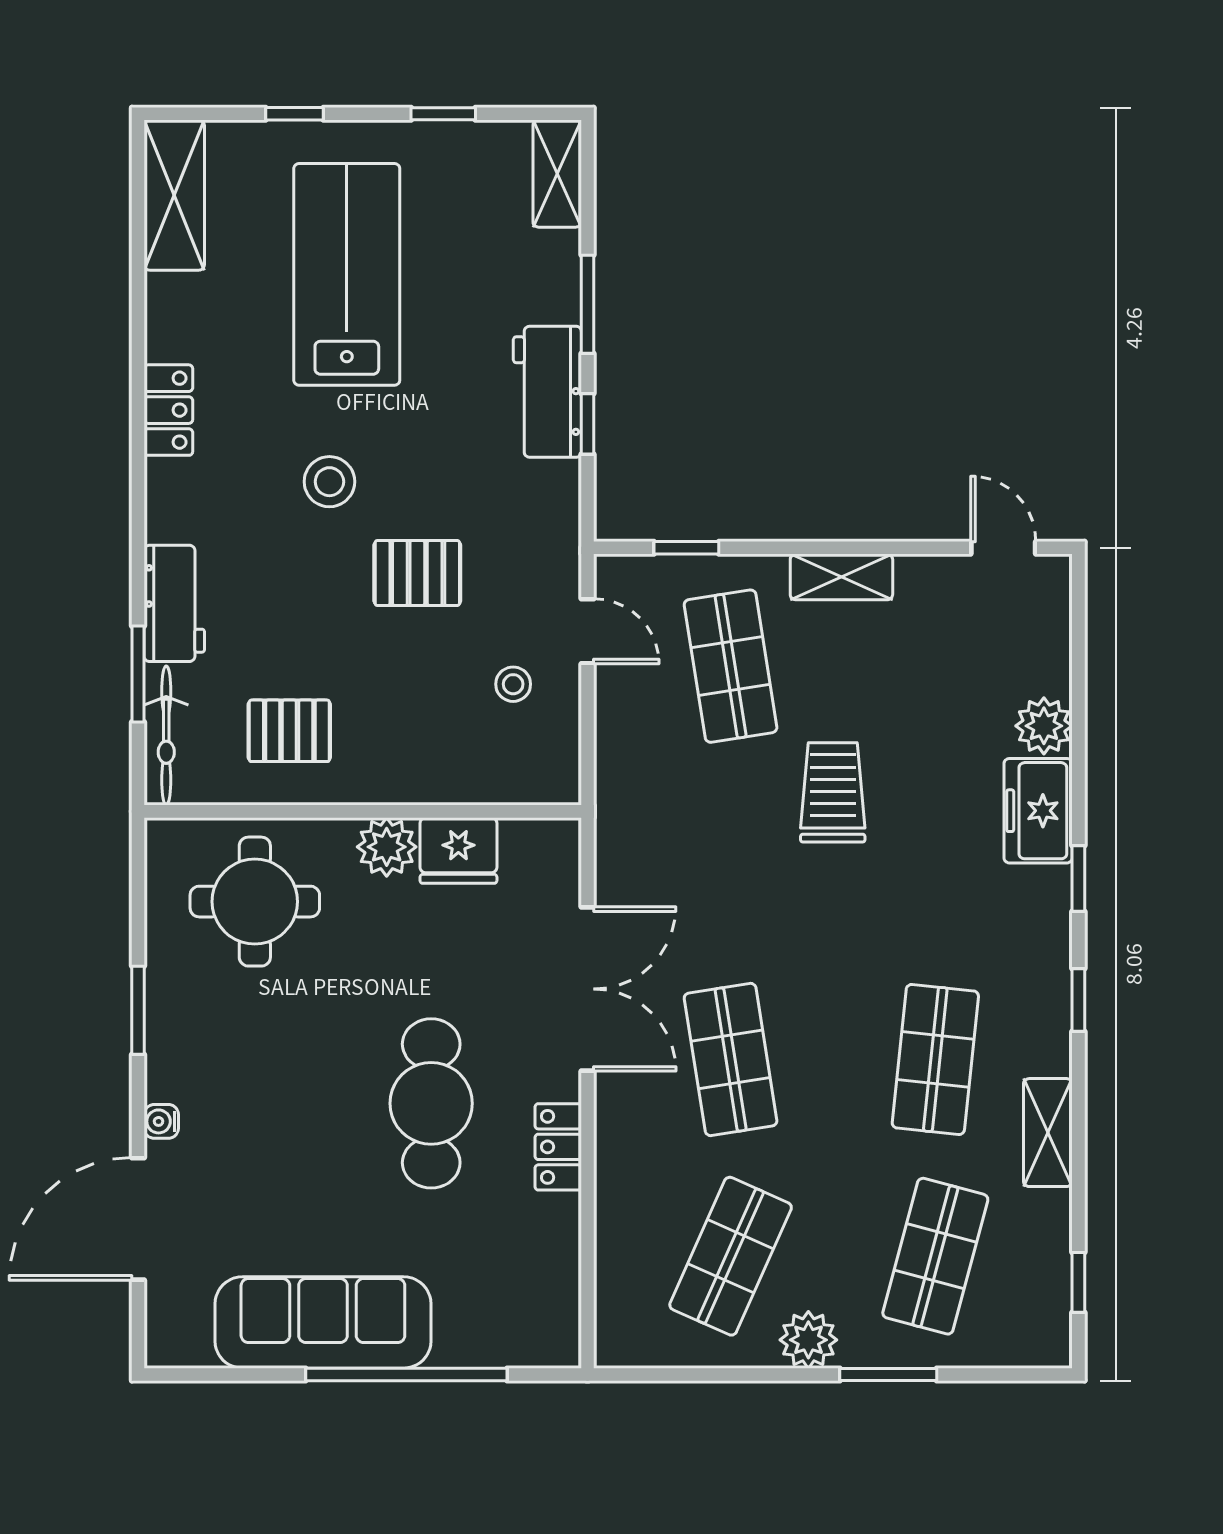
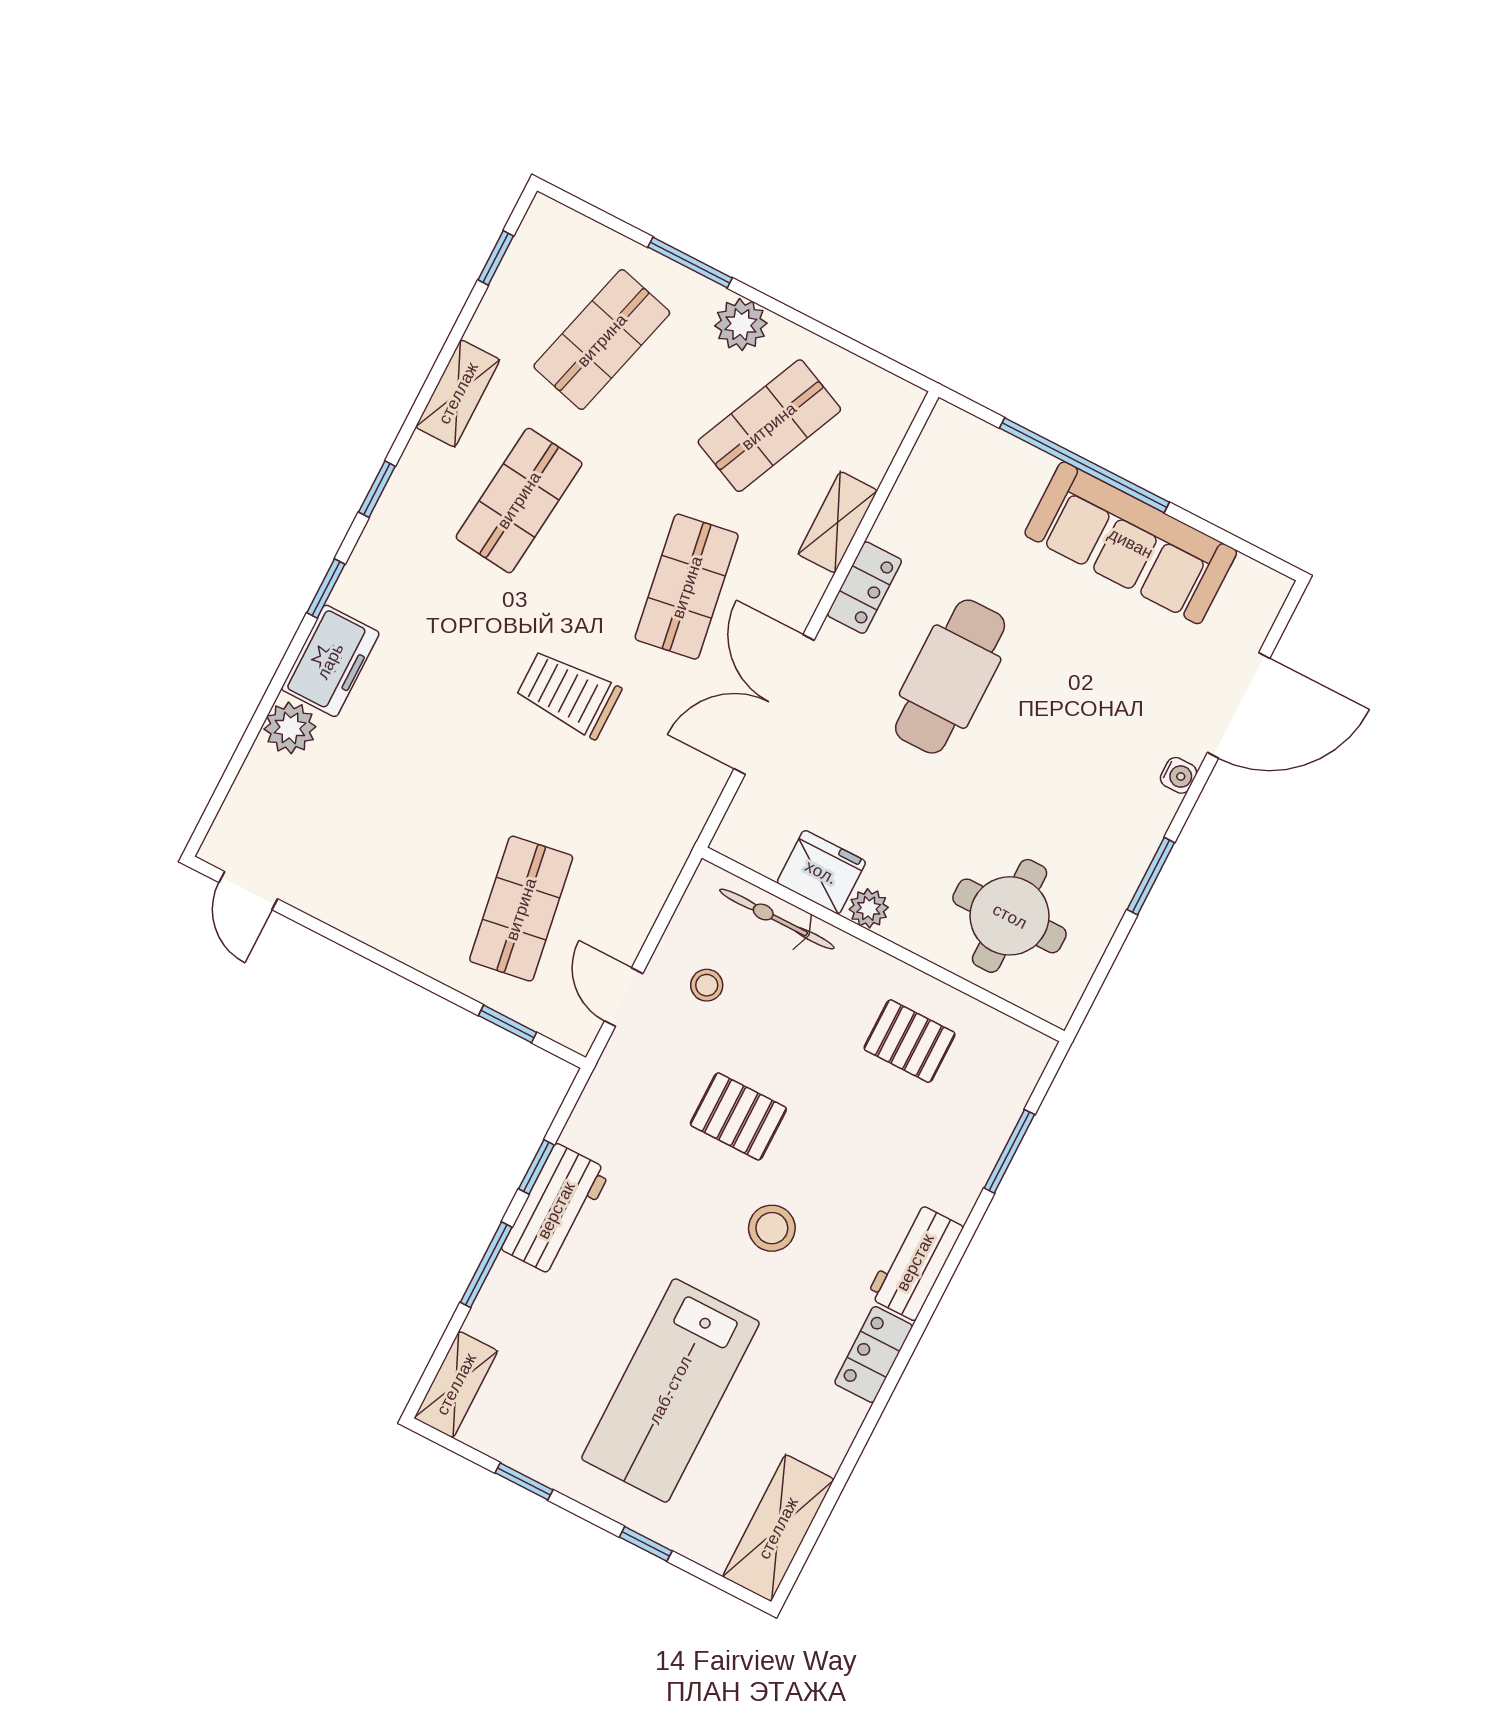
shelving: (841, 577) -> (838, 522), moved, turned 90
workbench: (174, 603) -> (915, 1262), moved
bicycle: (166, 735) -> (777, 919), moved, turned -90
trolley: (833, 792) -> (569, 694), moved, turned 90
plant: (387, 847) -> (869, 908), width x0.73, depth x0.73

